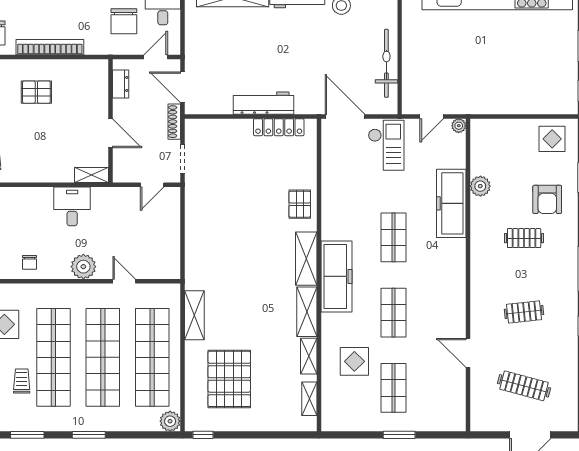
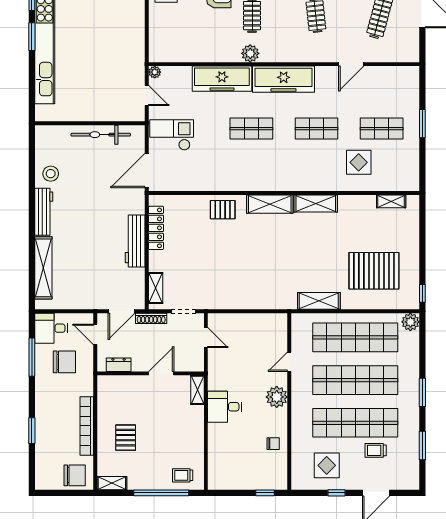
plant: (480, 186) -> (250, 53), moved
freezer: (336, 276) -> (284, 79), moved, turned 180
shelving: (309, 356) -> (156, 288), moved, turned 90

